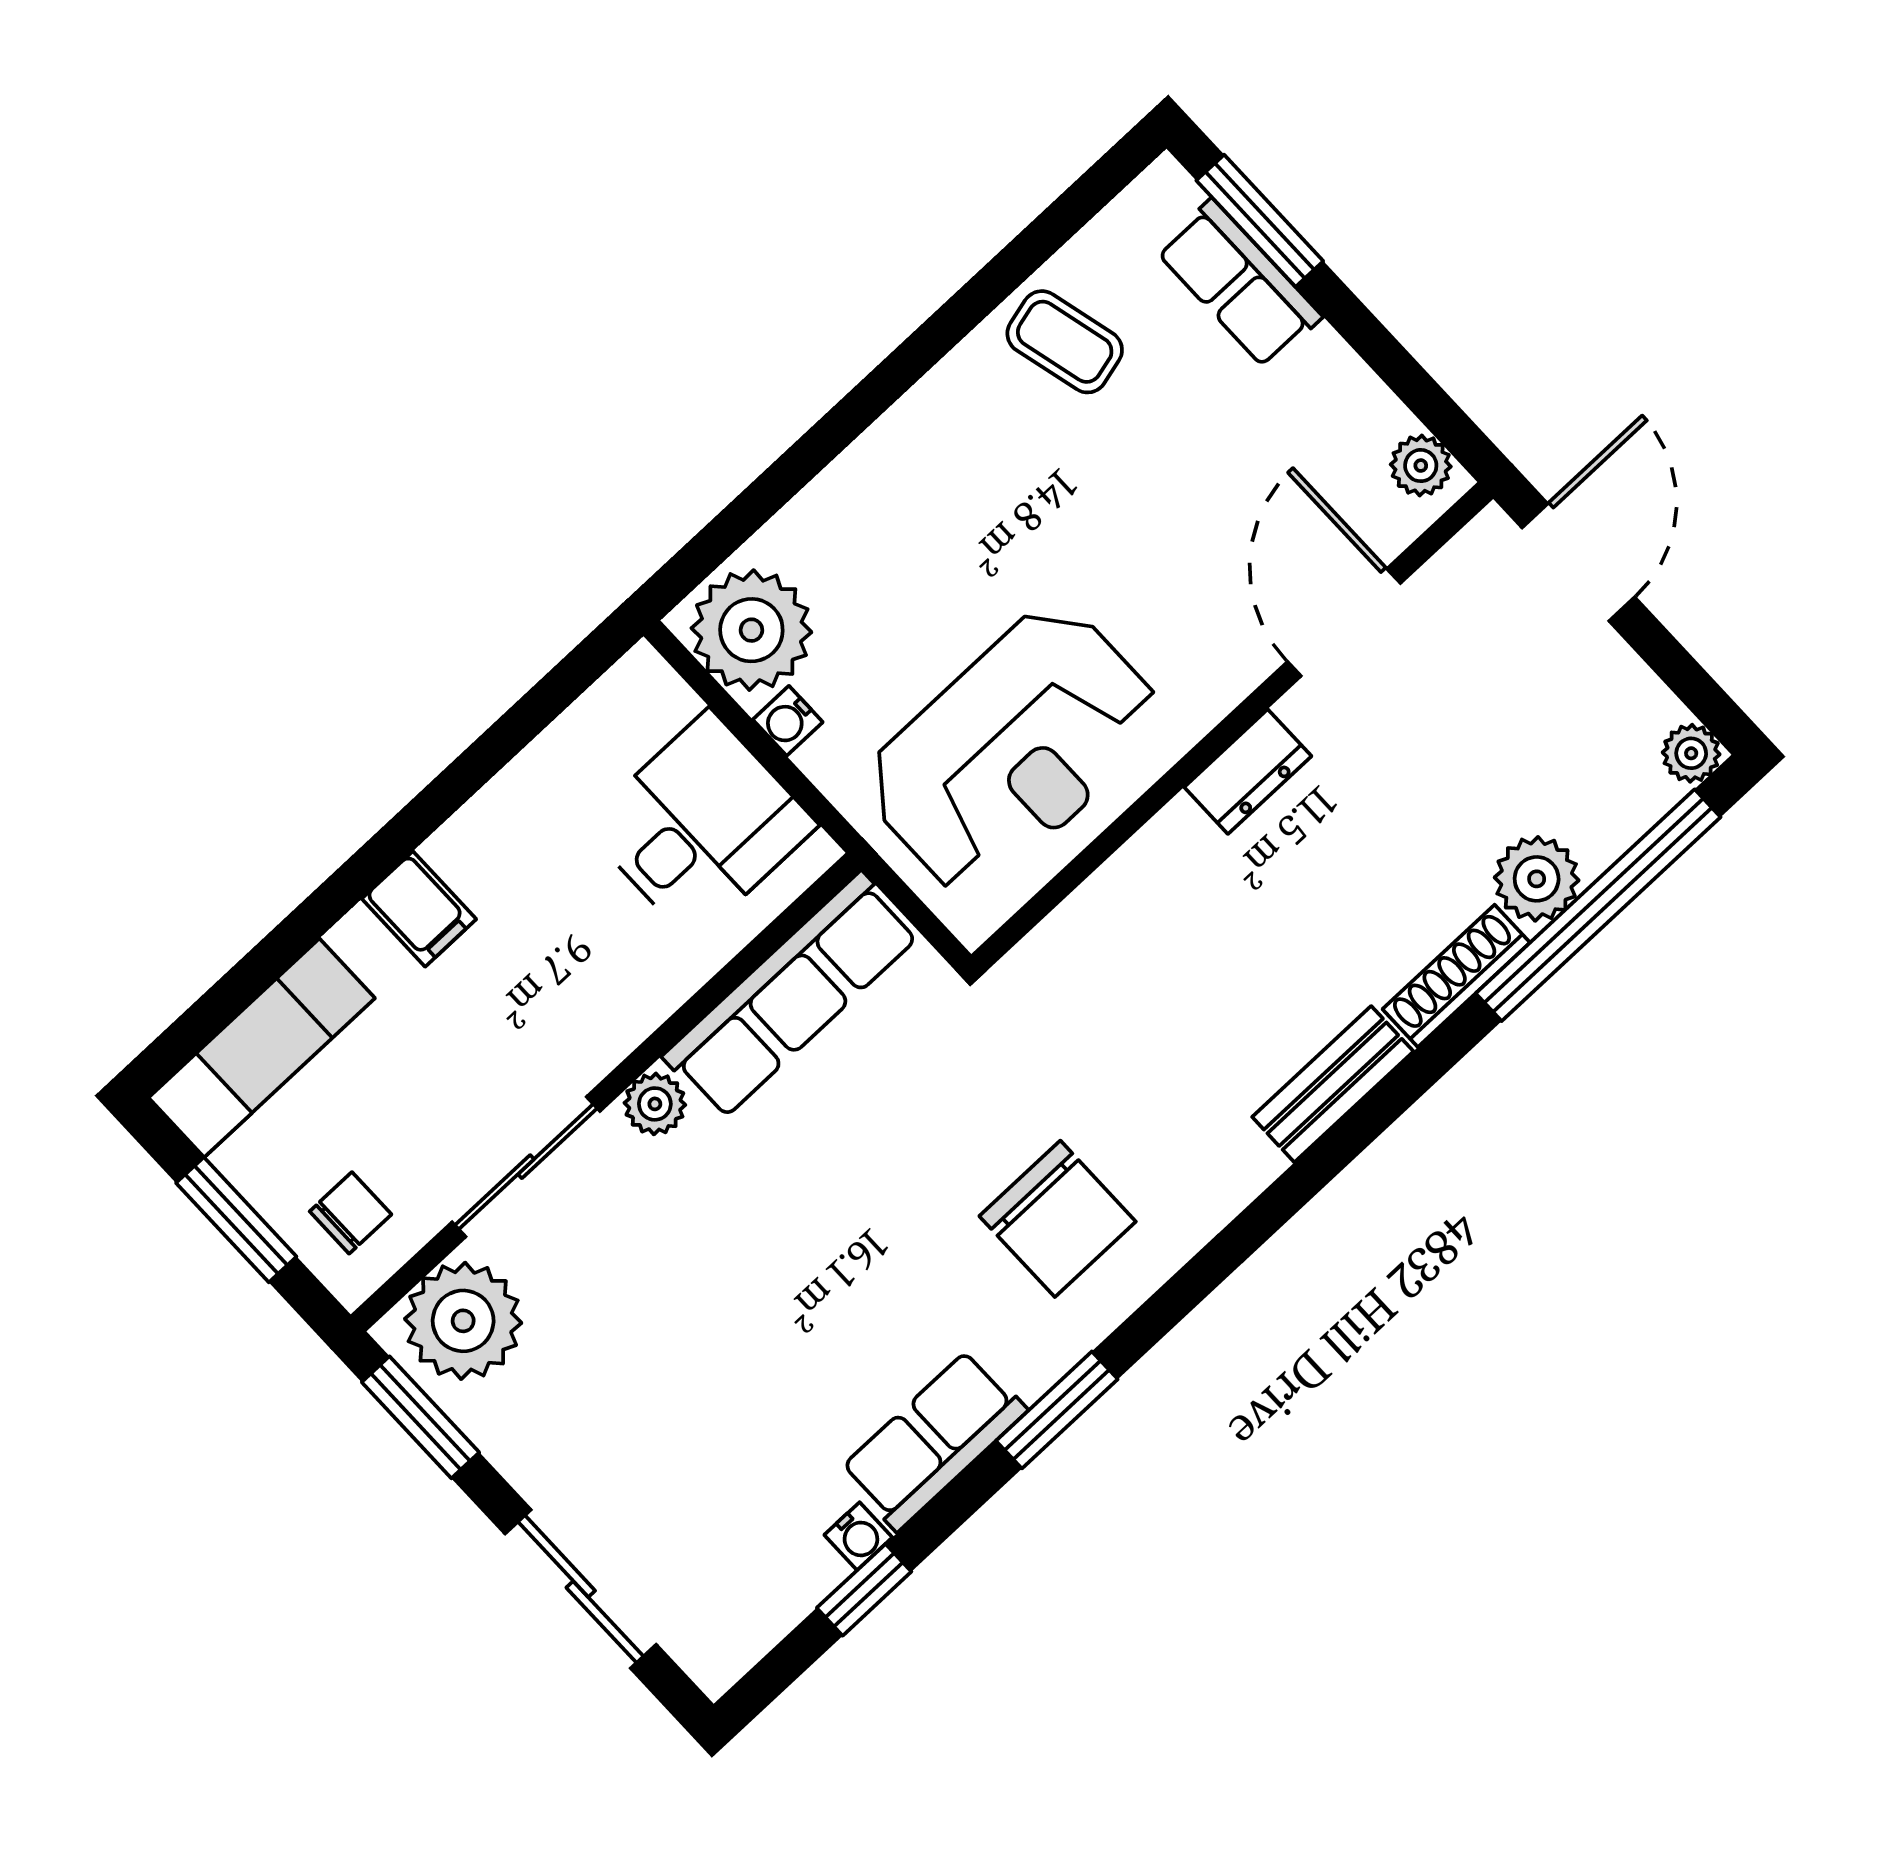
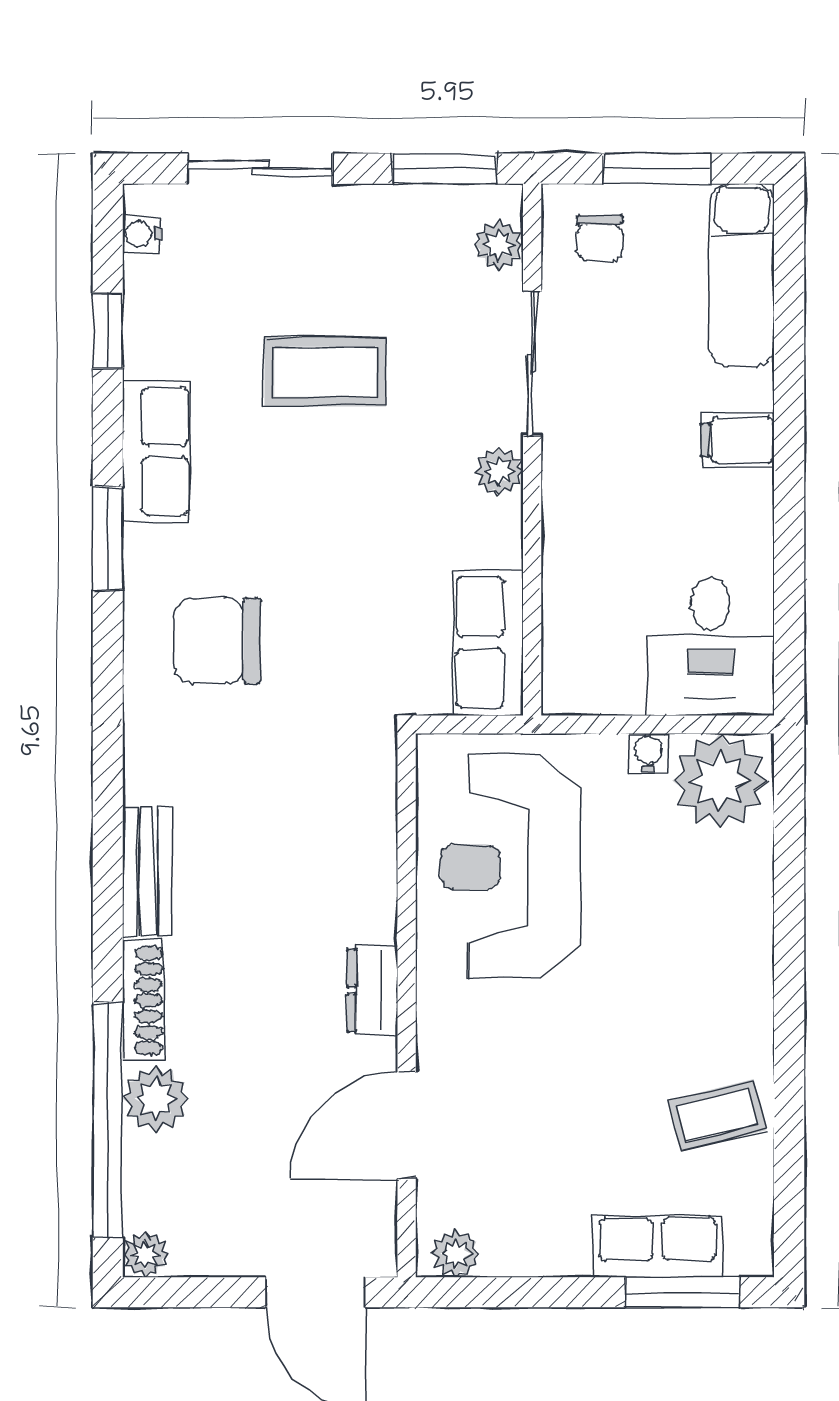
door: (1344, 622) -> (407, 1125), swing flipped
desk: (700, 826) -> (710, 647), moved
row of seats: (791, 995) -> (488, 643), width x0.68
plant: (463, 1321) -> (499, 245), width x0.53, depth x0.53
coffee table: (713, 1352) -> (325, 372), added
water cooler: (858, 1536) -> (142, 234), moved

